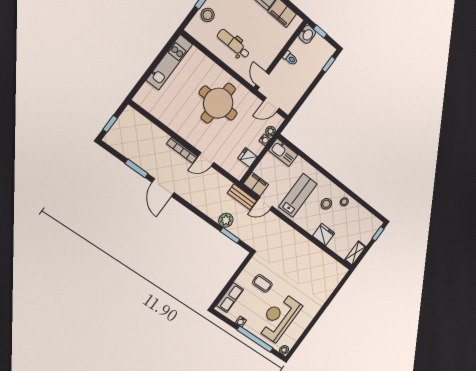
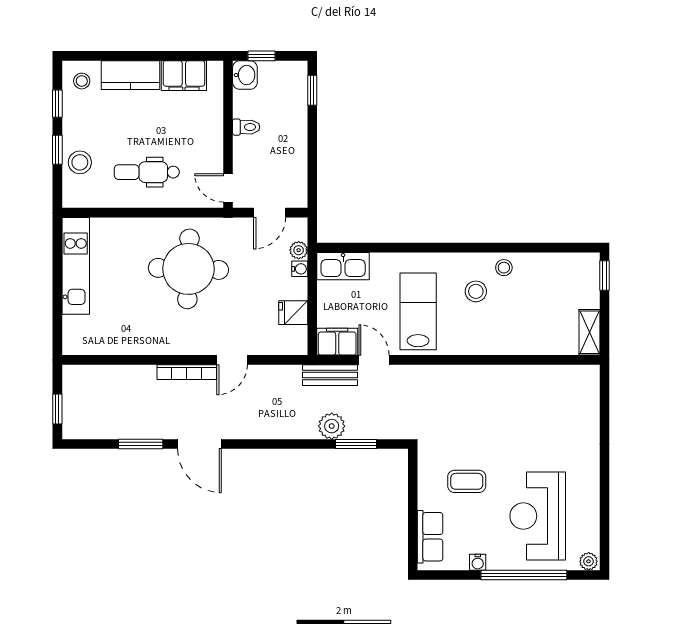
door: (265, 203) -> (374, 360), swing flipped
fridge: (324, 235) -> (510, 340), removed

